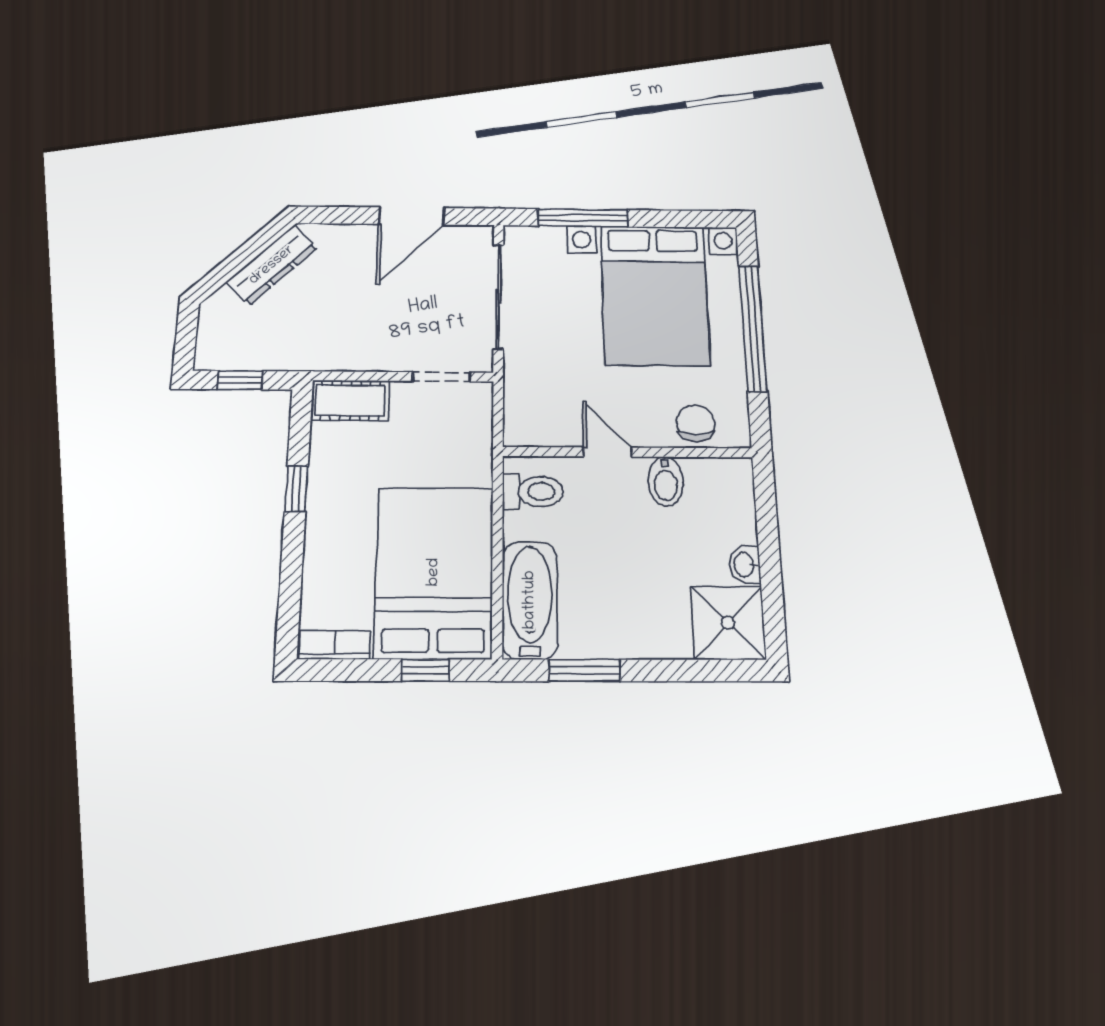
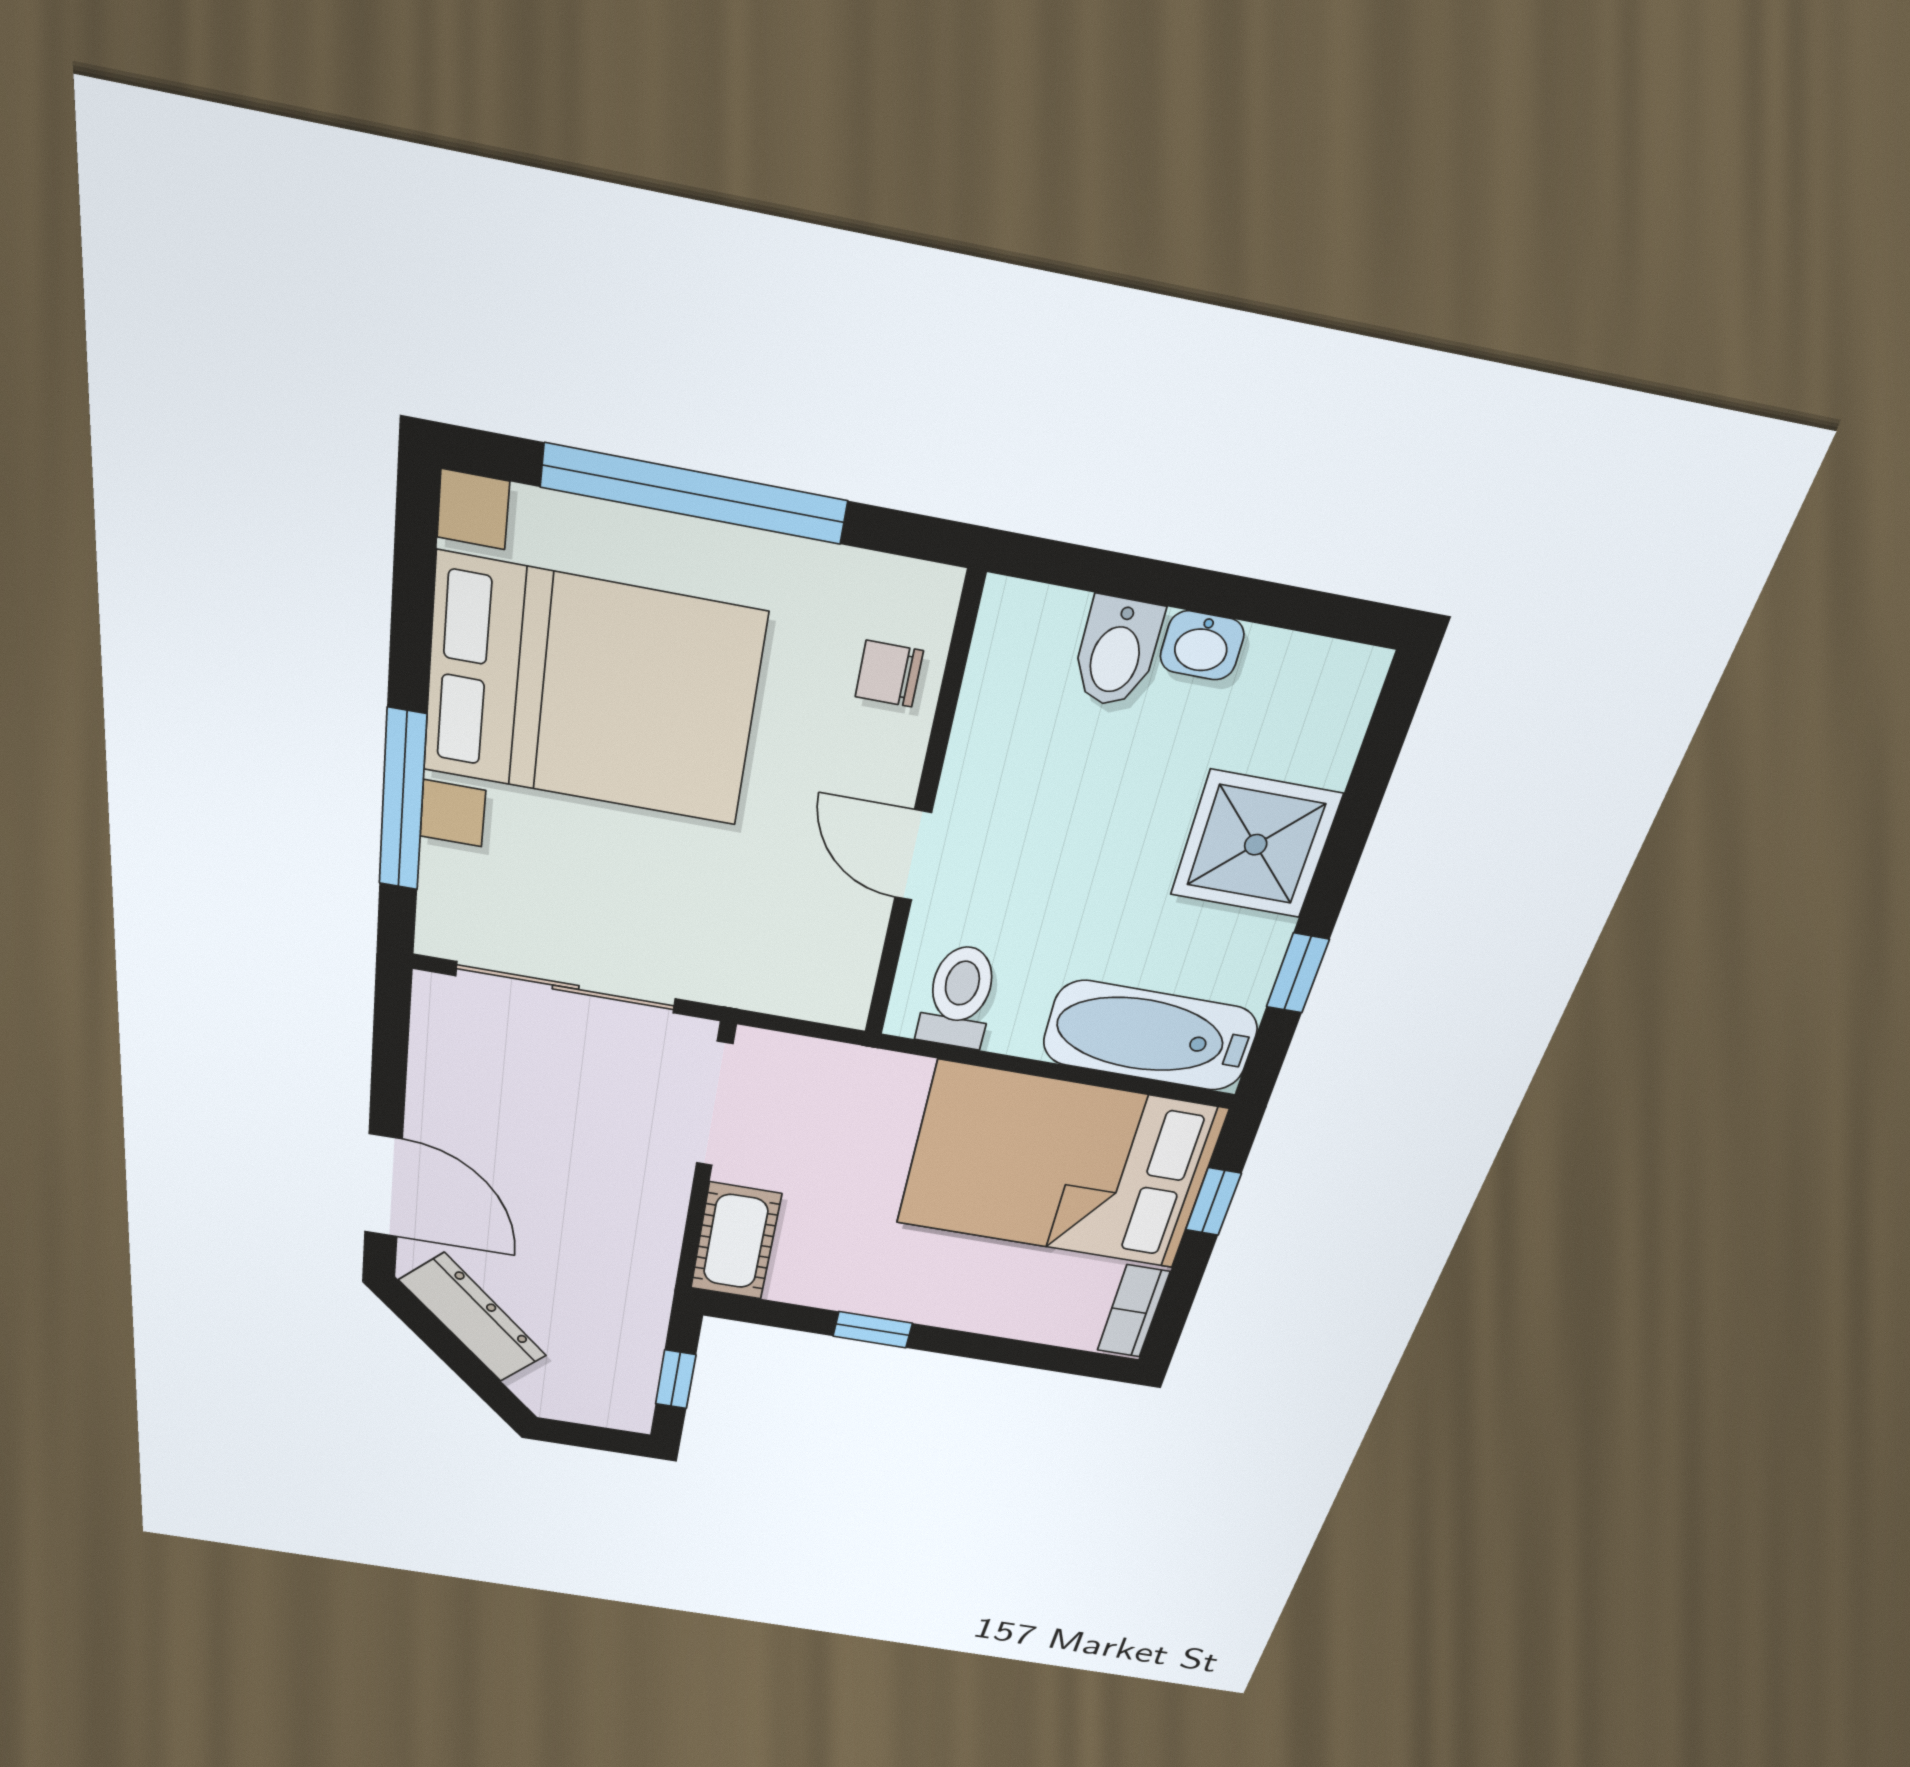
door: (412, 216) -> (383, 1186), moved
doorway: (441, 377) -> (714, 1105), width x1.38
chair: (695, 423) -> (889, 674), width x0.73, depth x0.73
door: (608, 452) -> (913, 855), hinge flipped
bidet: (666, 481) -> (1117, 652), moved, turned 90
shower: (728, 623) -> (1256, 845), moved
window: (585, 670) -> (1298, 973), width x0.67

